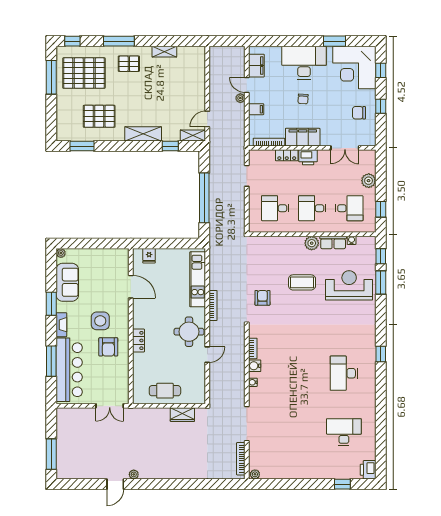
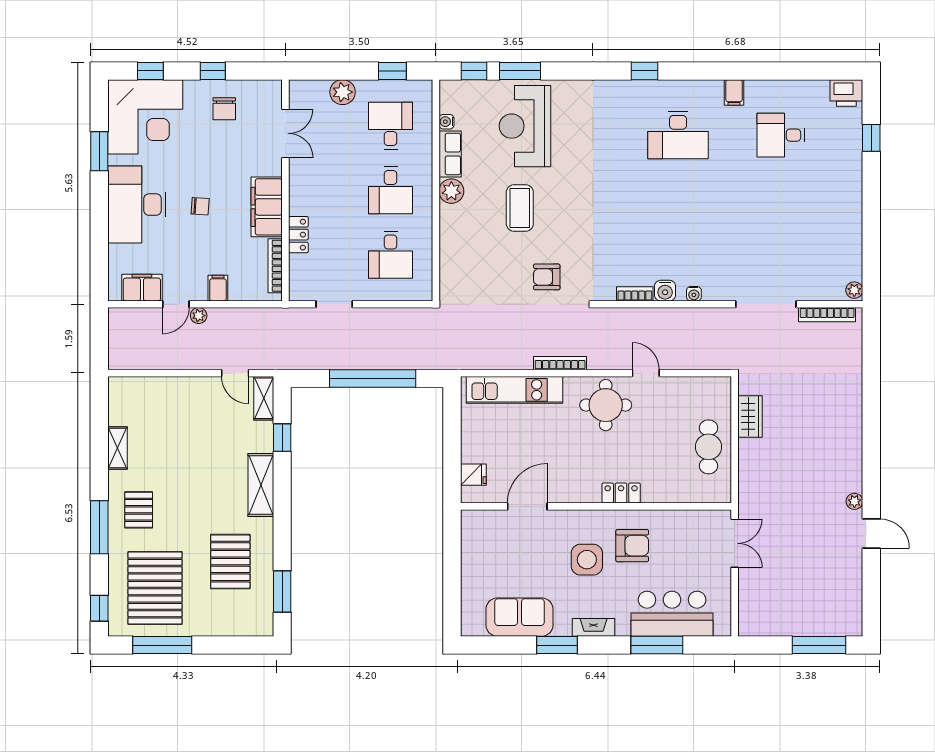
printer: (308, 157) -> (302, 198), removed
plant: (61, 253) -> (469, 628), removed
bar counter: (69, 370) -> (672, 614), width x0.73
filing cabinet: (368, 405) -> (734, 92), added
desk: (344, 432) -> (781, 135), width x0.73

